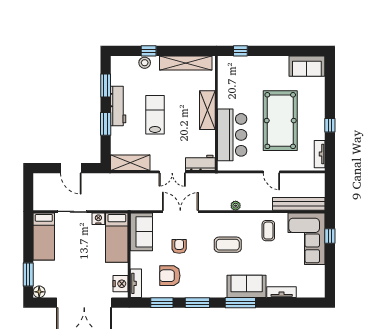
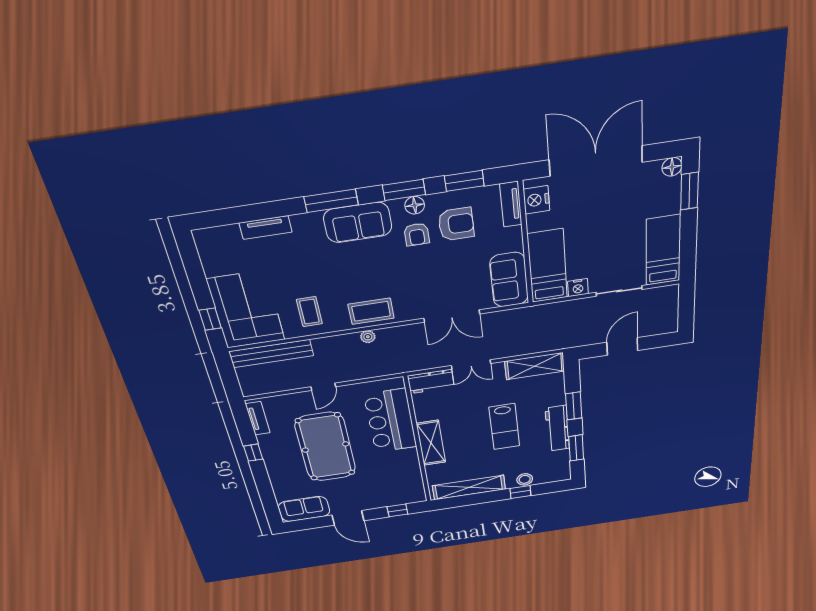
door: (277, 51) -> (348, 518), added
door: (71, 168) -> (622, 346), hinge flipped
double door: (172, 172) -> (471, 365), swing flipped
door: (271, 172) -> (323, 387), swing flipped
coffee table: (228, 245) -> (371, 311), moved
armchair: (179, 246) -> (417, 234), moved
sofa: (247, 286) -> (358, 222), moved
floor lamp: (193, 292) -> (415, 205), added

